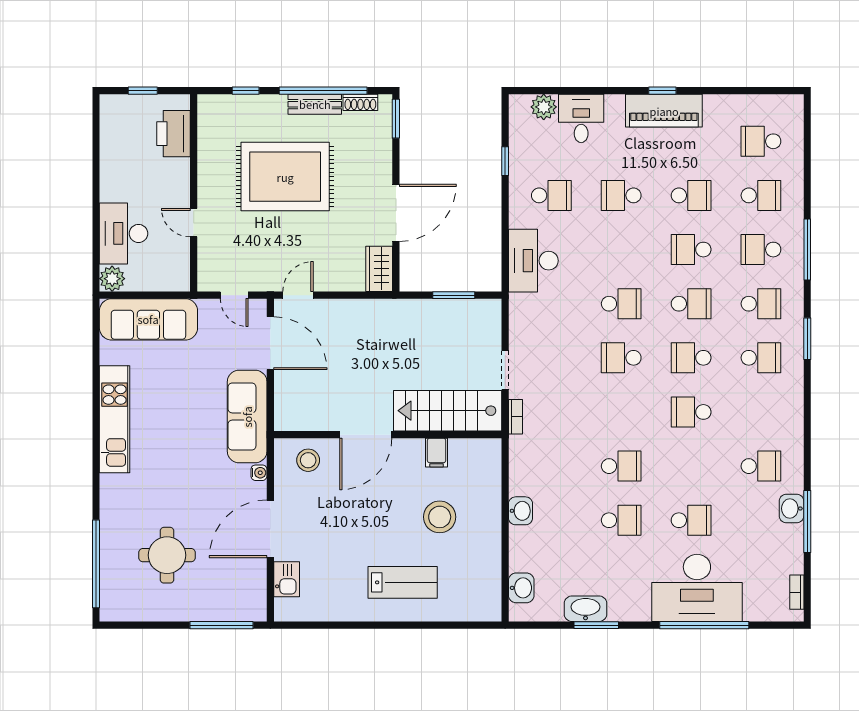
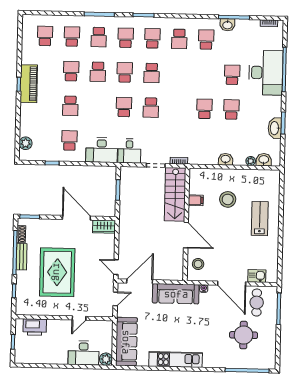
desk: (581, 118) -> (129, 151), moved, turned -90
school desk: (761, 141) -> (45, 36), turned 180
school desk: (691, 412) -> (179, 39), moved
plant: (518, 562) -> (251, 161), added
cafe table: (233, 580) -> (257, 303), added

